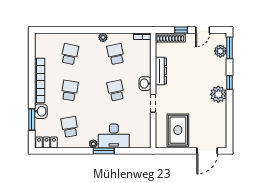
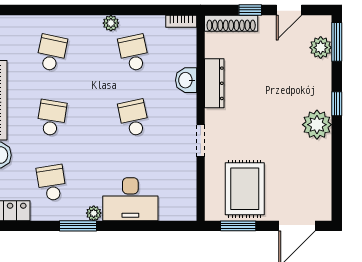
washbasin: (145, 84) -> (186, 80), moved
window: (104, 151) -> (78, 226), moved
window: (174, 151) -> (238, 226), added

